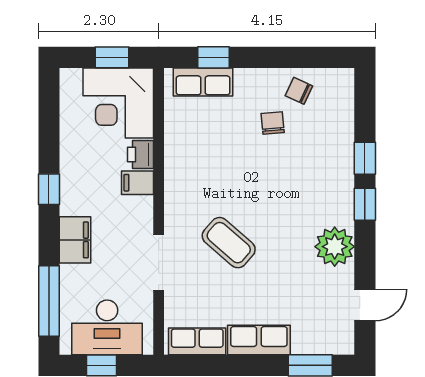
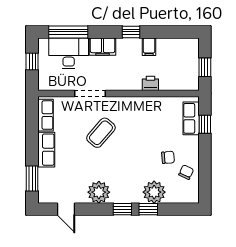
corner desk: (118, 103) -> (179, 71), removed
plant: (335, 148) -> (154, 192), added
filing cabinet: (138, 183) -> (149, 47), moved, turned 180
desk: (107, 327) -> (69, 53), moved, turned 90

